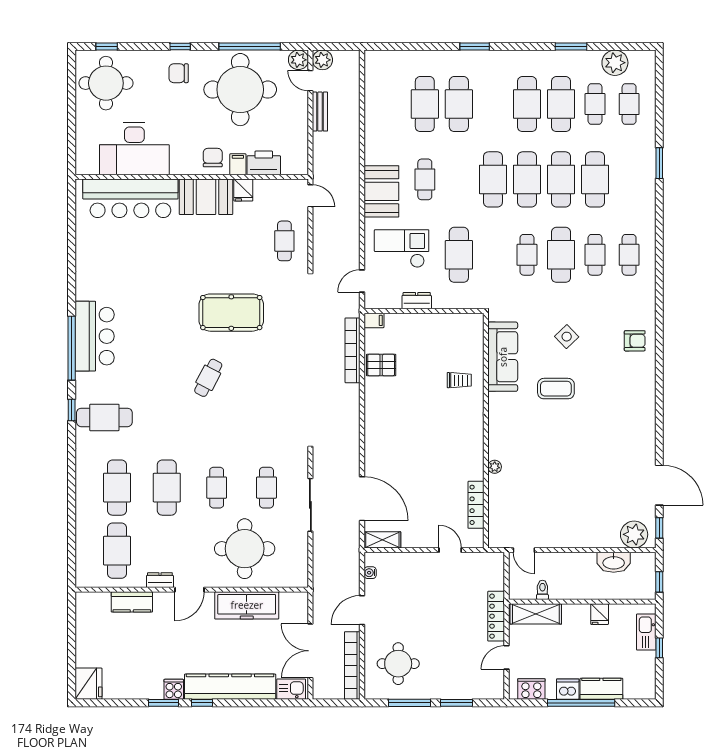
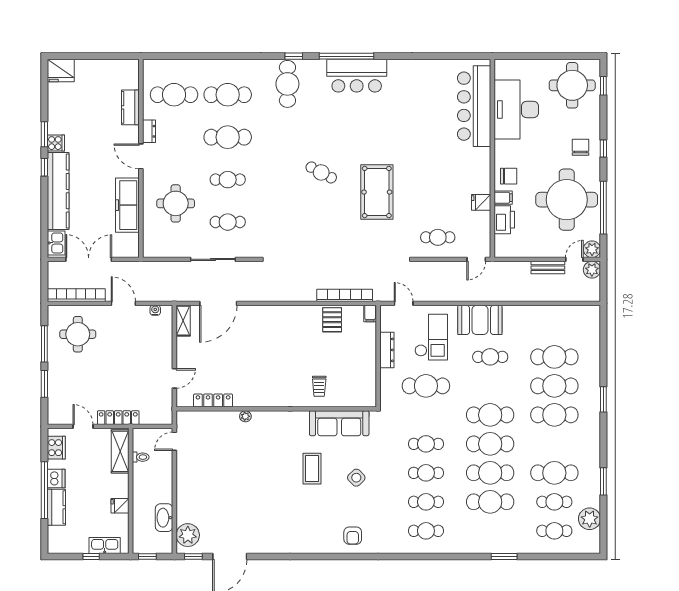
cafe table: (527, 104) -> (554, 415), moved
booth: (206, 197) -> (475, 170), removed
cafe table: (561, 255) -> (426, 473), width x0.73, depth x0.74
dresser: (417, 301) -> (387, 350), width x1.44
round table: (245, 549) -> (176, 203), width x0.73, depth x0.73

